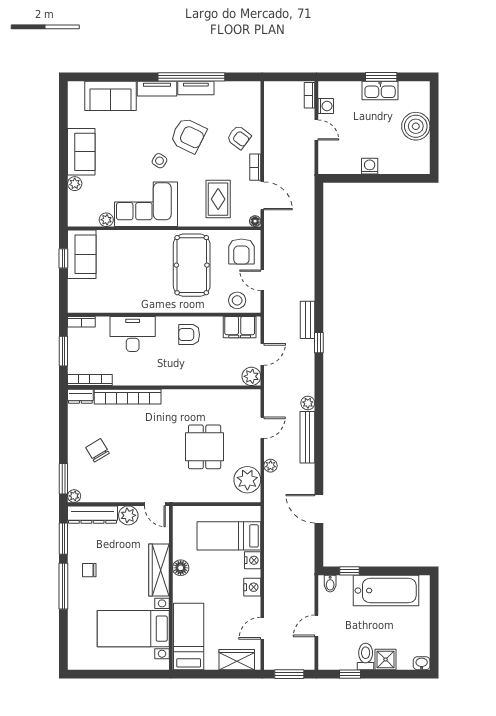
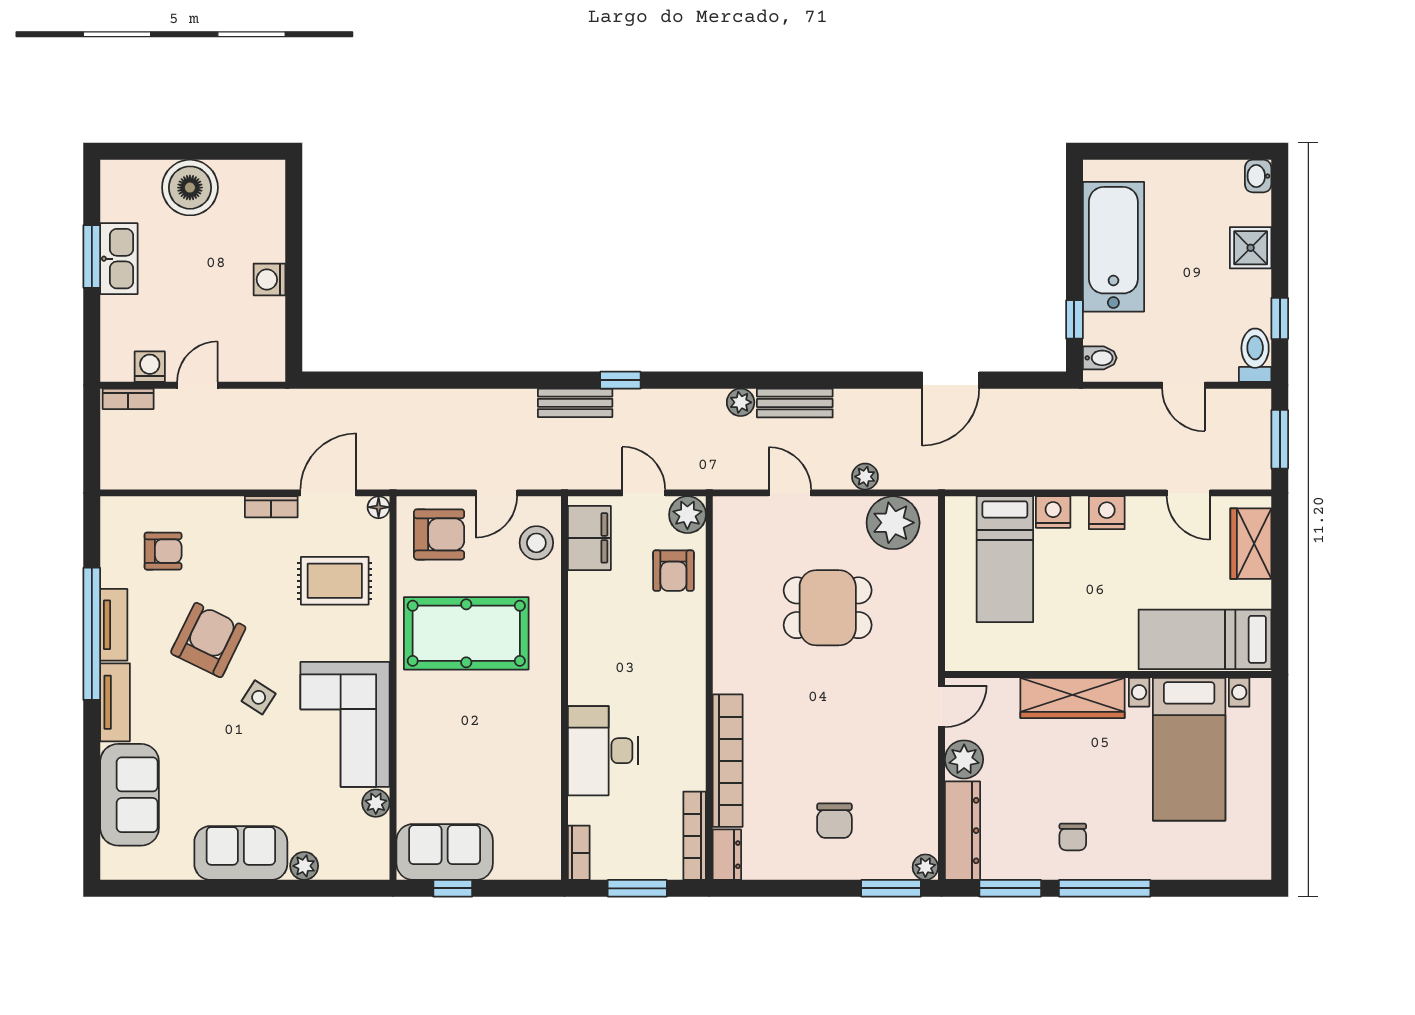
armchair: (239, 137) -> (163, 551), moved, turned 53
armchair: (189, 335) -> (673, 571), moved
bench: (307, 437) -> (795, 403), width x0.73
chair: (98, 450) -> (834, 821), turned -59
floor lamp: (181, 568) -> (1068, 655), removed
toilet: (366, 656) -> (1255, 355), moved, turned 90

